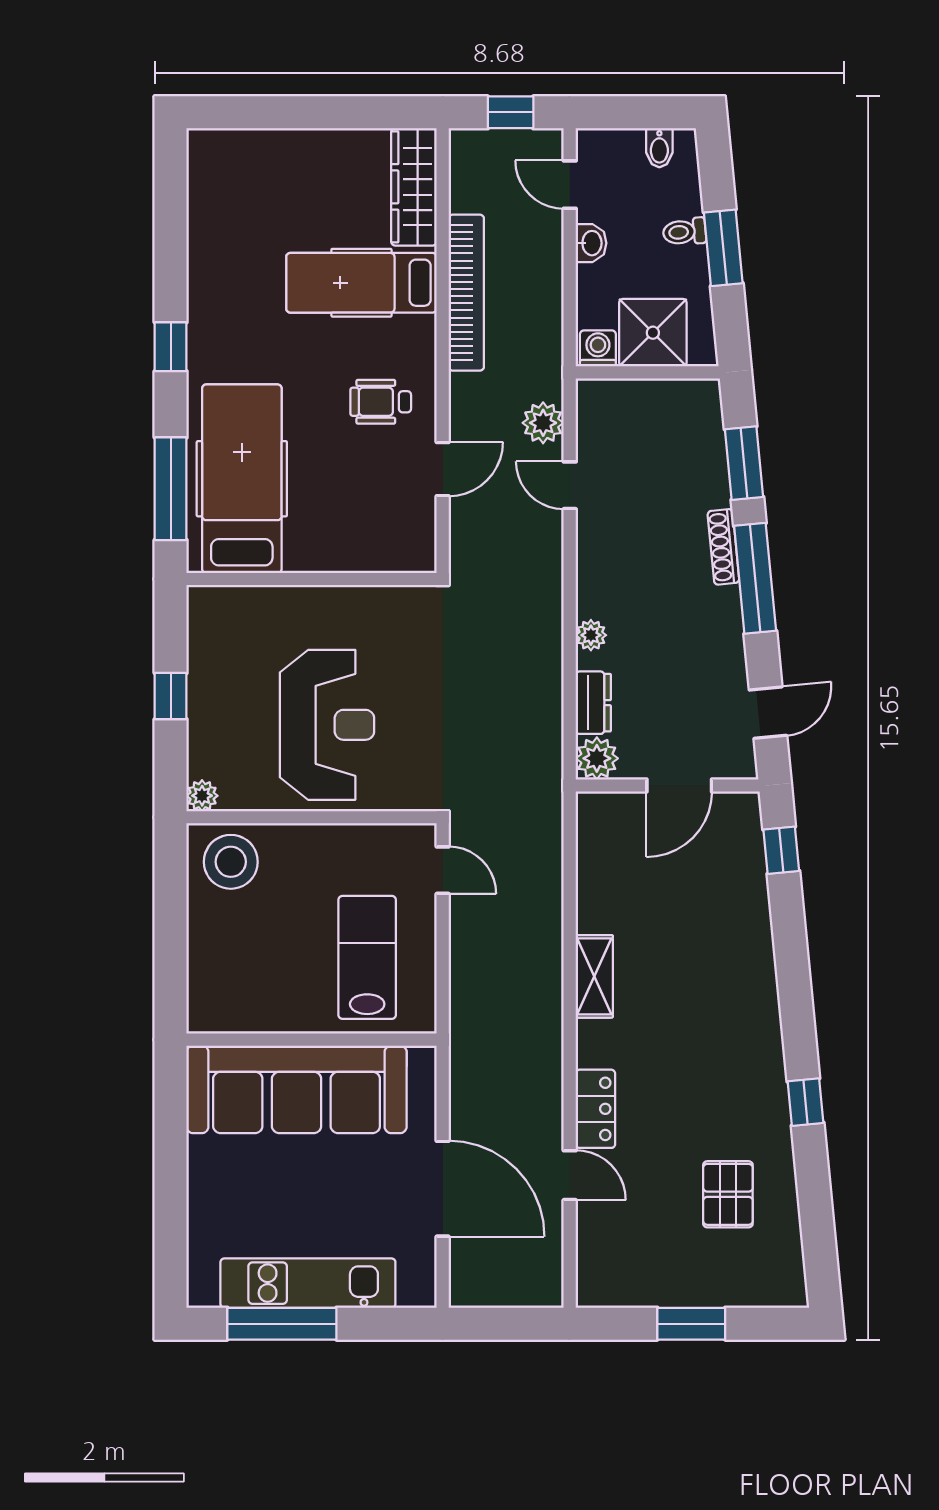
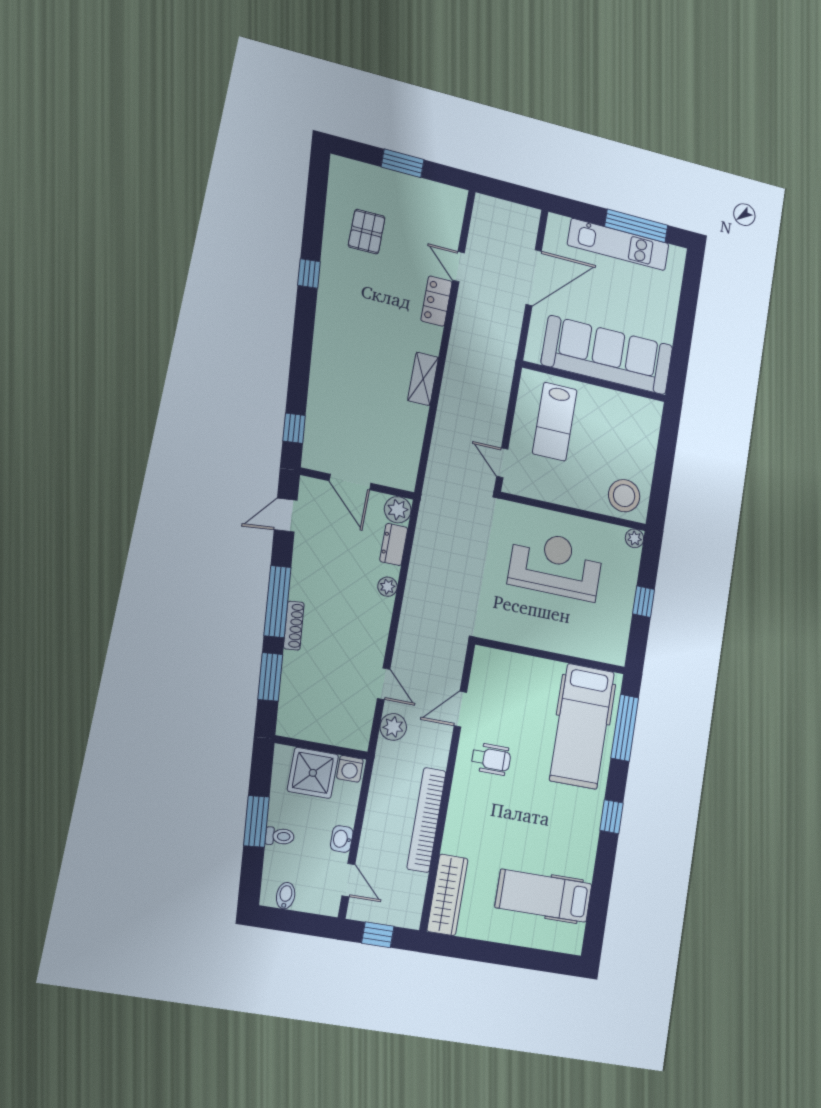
hospital bed: (361, 283) -> (544, 896), moved, turned 180
reception desk: (327, 725) -> (556, 565), turned 90
door: (679, 785) -> (350, 482), swing flipped
door: (443, 1189) -> (534, 278), swing flipped

